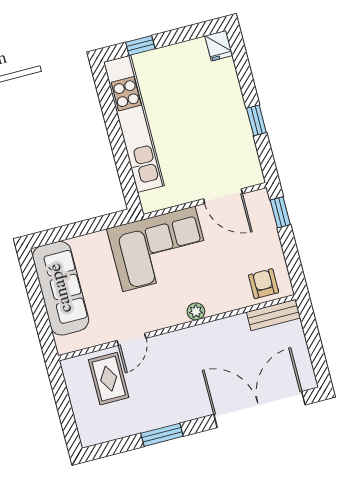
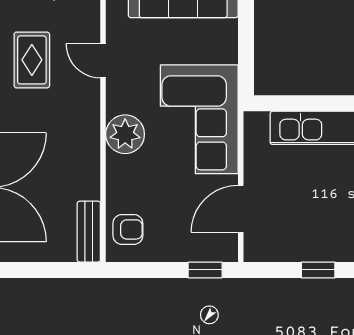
plant: (196, 311) -> (125, 134), width x1.88, depth x1.88
rug: (109, 379) -> (32, 60), moved, turned 90

